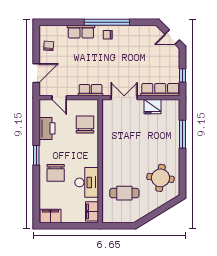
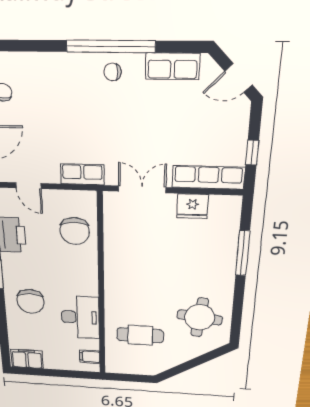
row of seats: (81, 32) -> (173, 66), moved
chair: (85, 125) -> (75, 231), turned 180
filing cabinet: (92, 211) -> (90, 357), width x0.50

